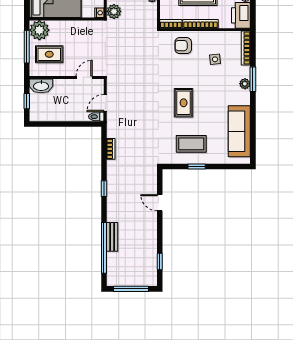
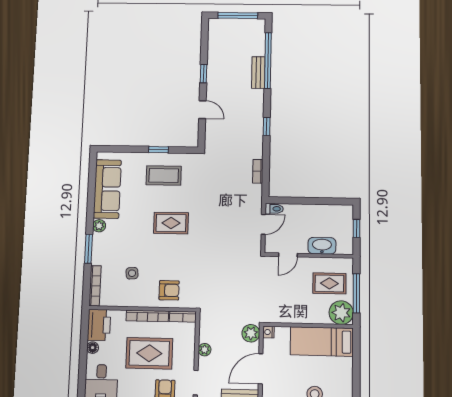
plant: (245, 84) -> (99, 226), moved
washbasin: (41, 86) -> (322, 246), moved
rug: (184, 103) -> (171, 223), turned 90
window: (160, 261) -> (203, 74), moved

